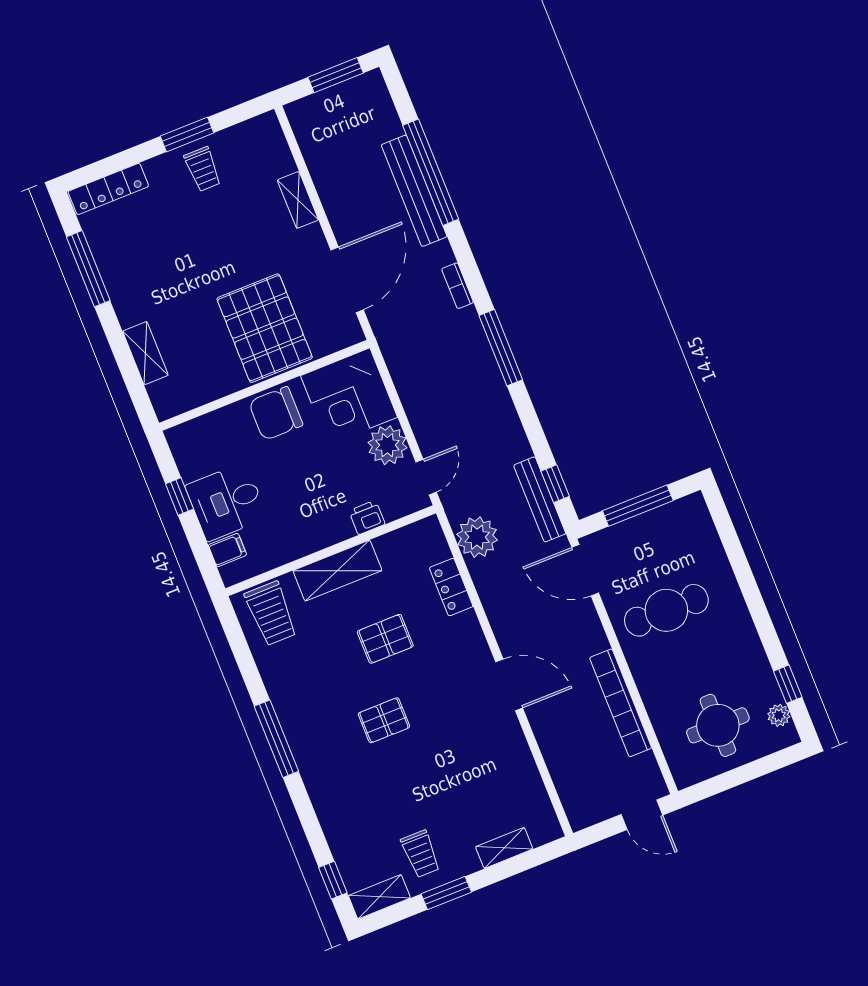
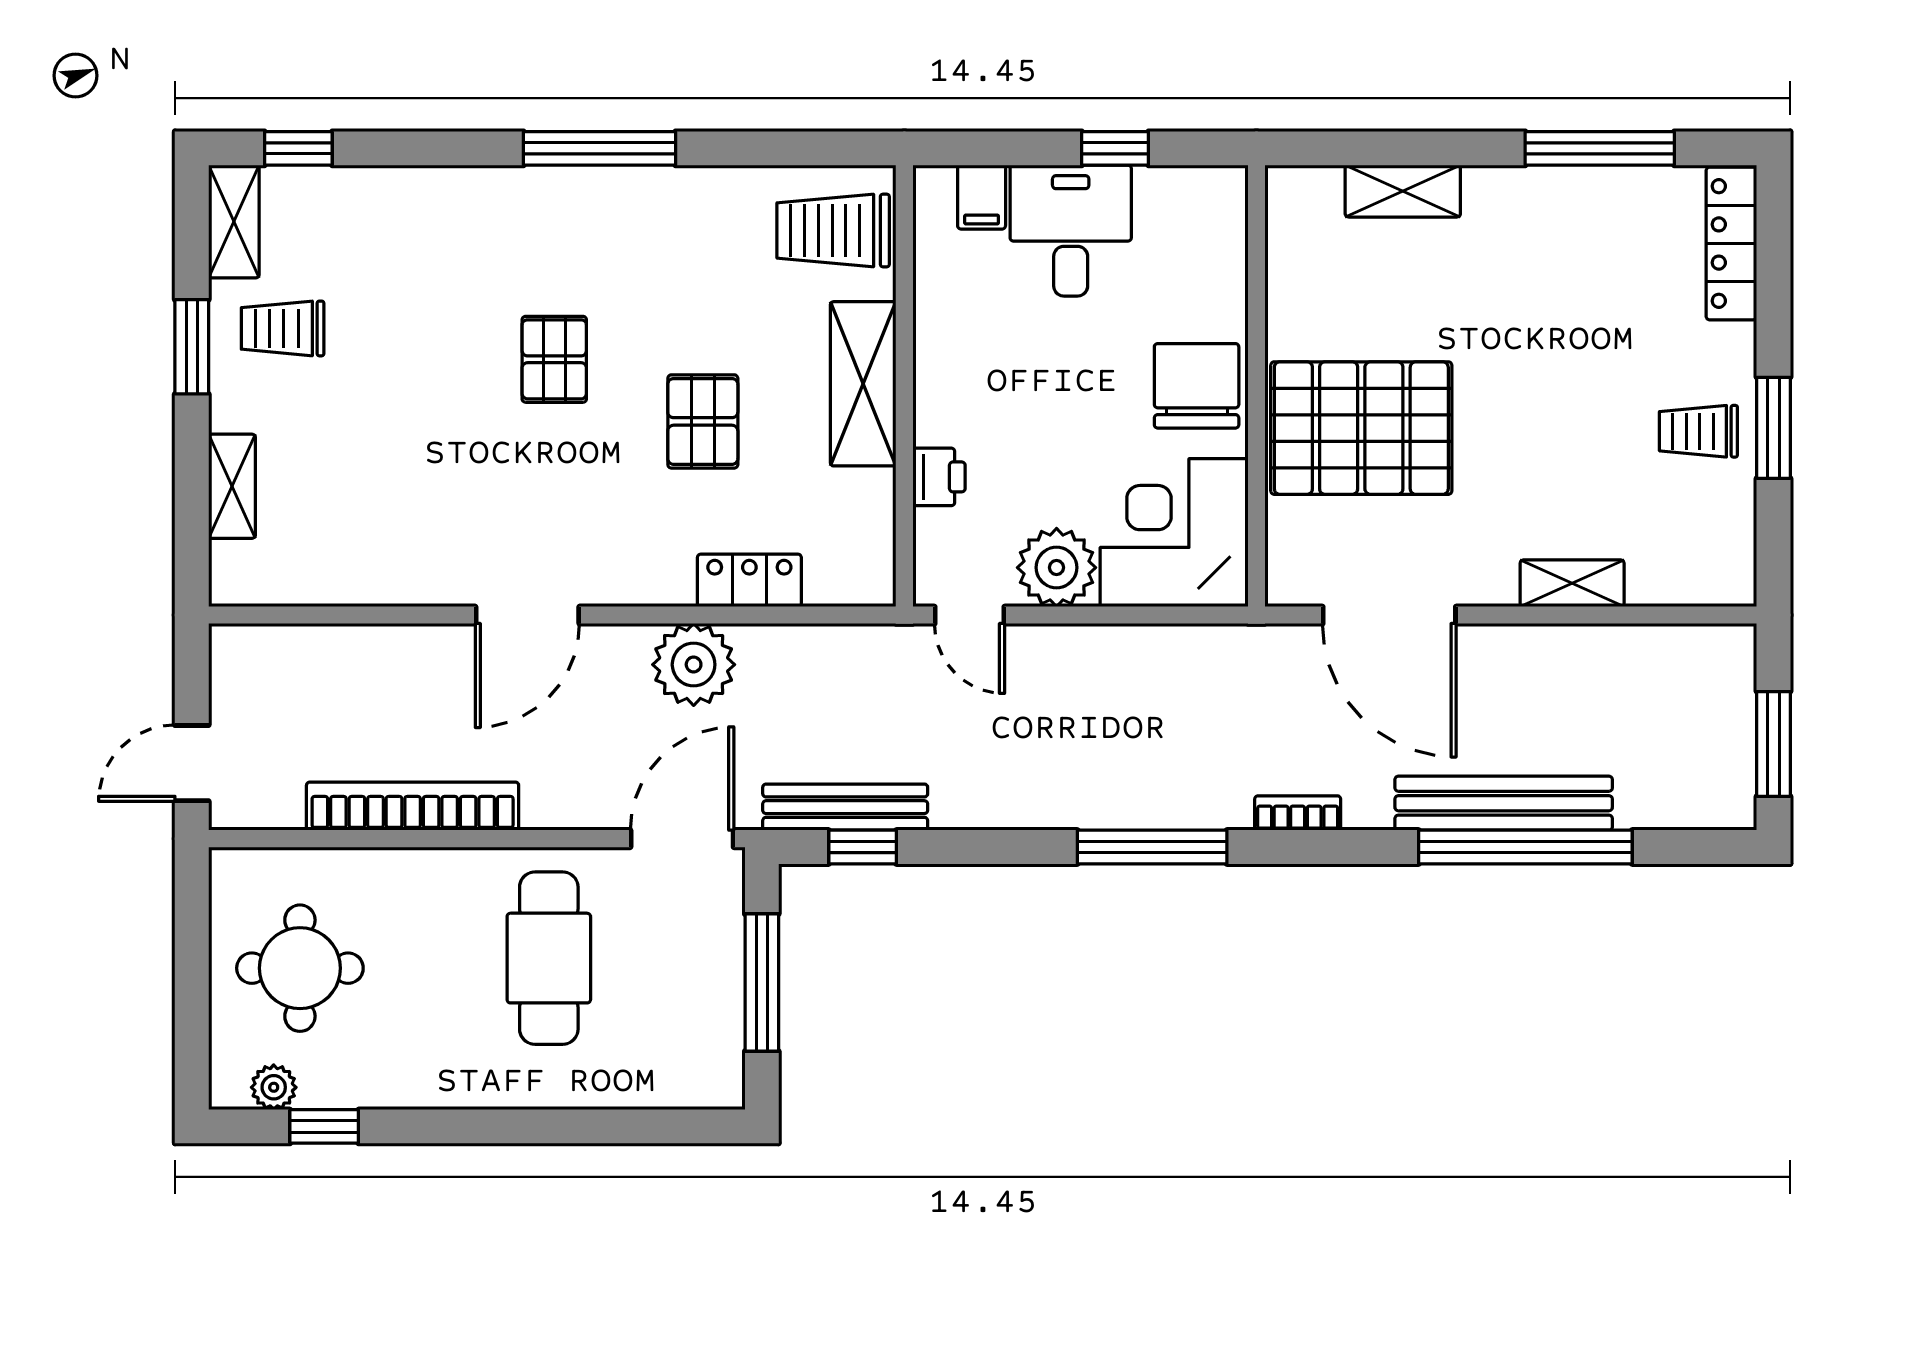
plant: (477, 537) -> (694, 665), moved

